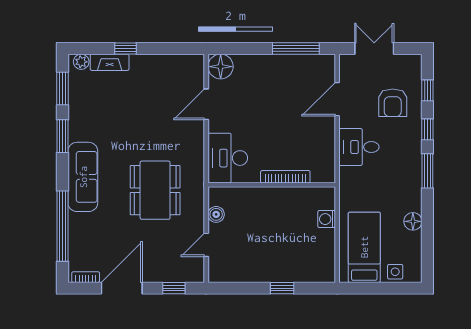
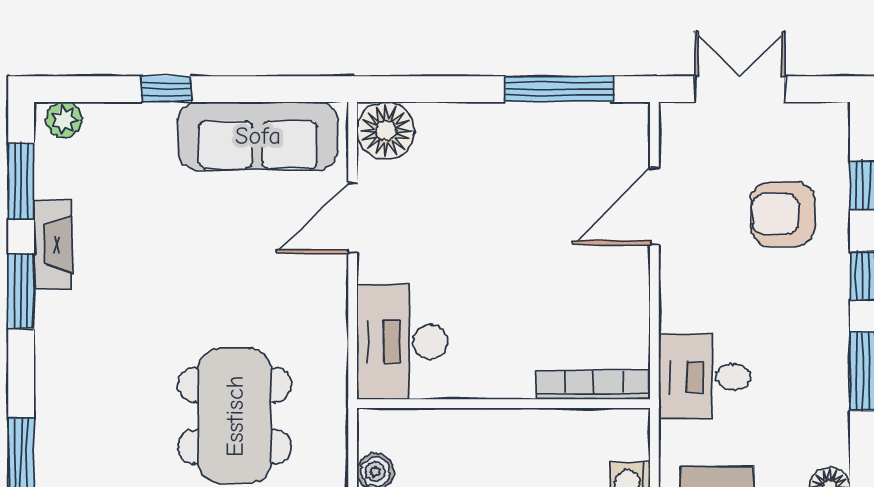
fireplace: (110, 62) -> (53, 245), moved, turned -90
armchair: (393, 103) -> (783, 214), turned 90
desk: (359, 147) -> (705, 377), moved
sofa: (83, 177) -> (258, 136), moved, turned 90
bookcase: (285, 177) -> (593, 385), moved

